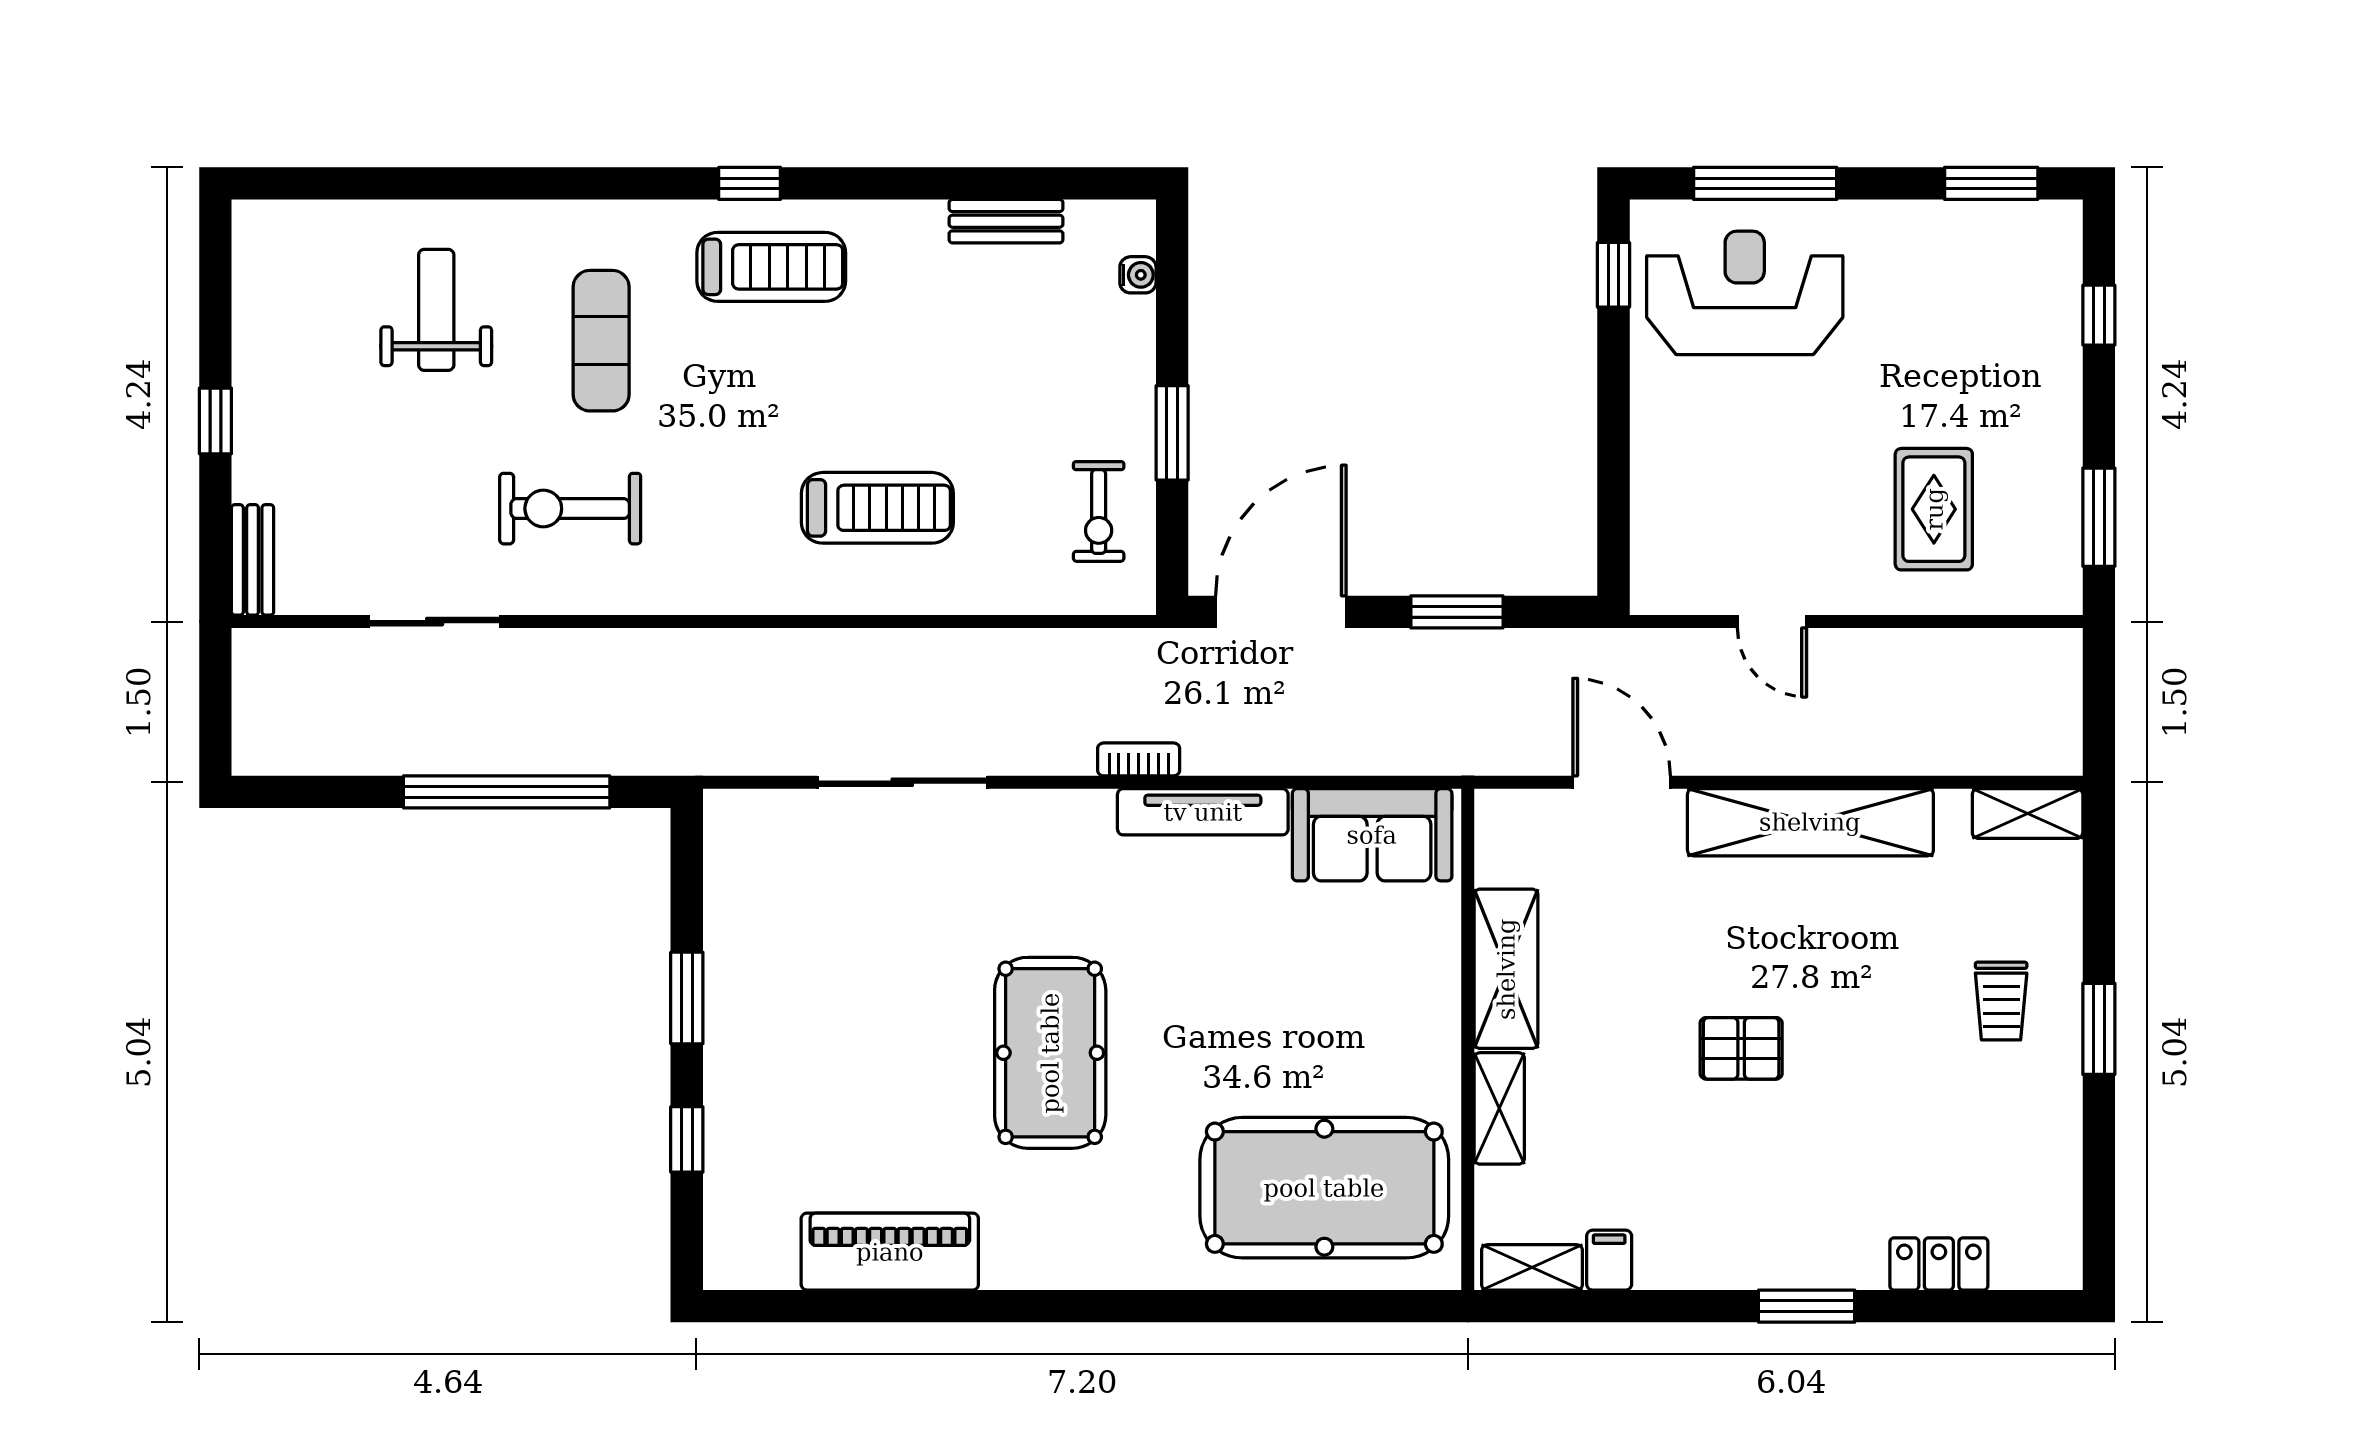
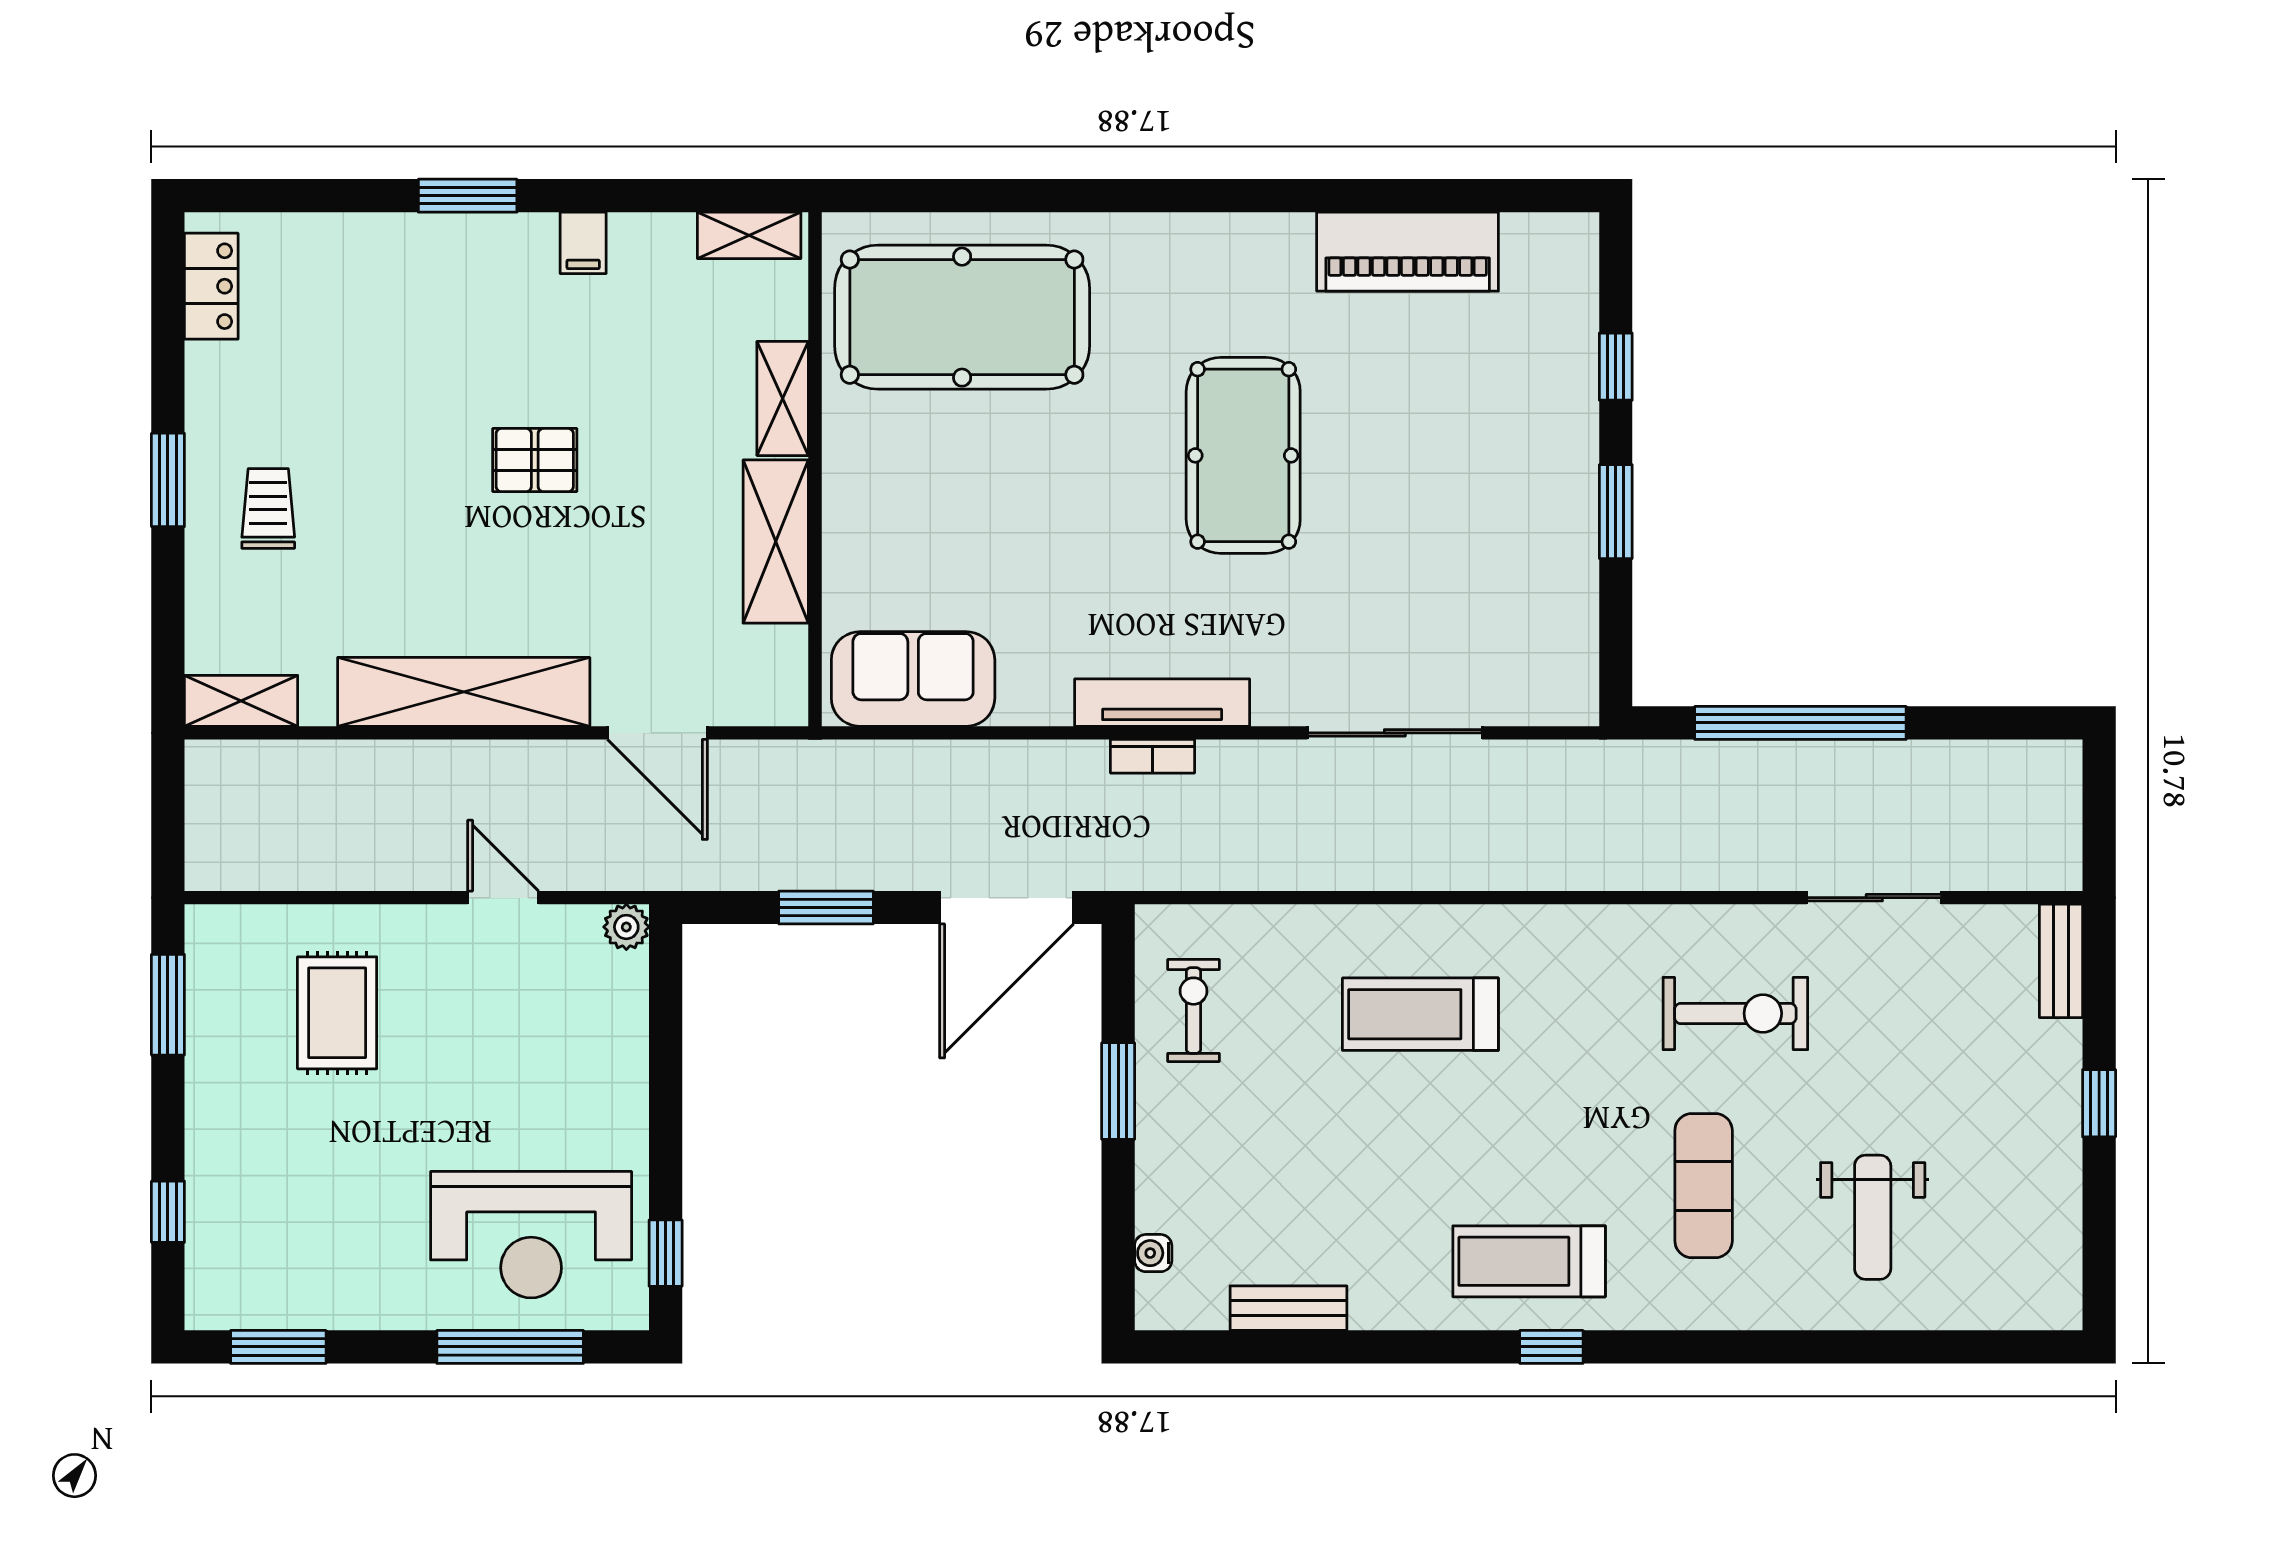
plant: (1652, 593) -> (626, 927), added
tv unit: (1203, 812) -> (1162, 703), moved
filing cabinet: (1609, 1260) -> (583, 243), moved
locker: (1939, 1264) -> (211, 286), moved, turned -90

